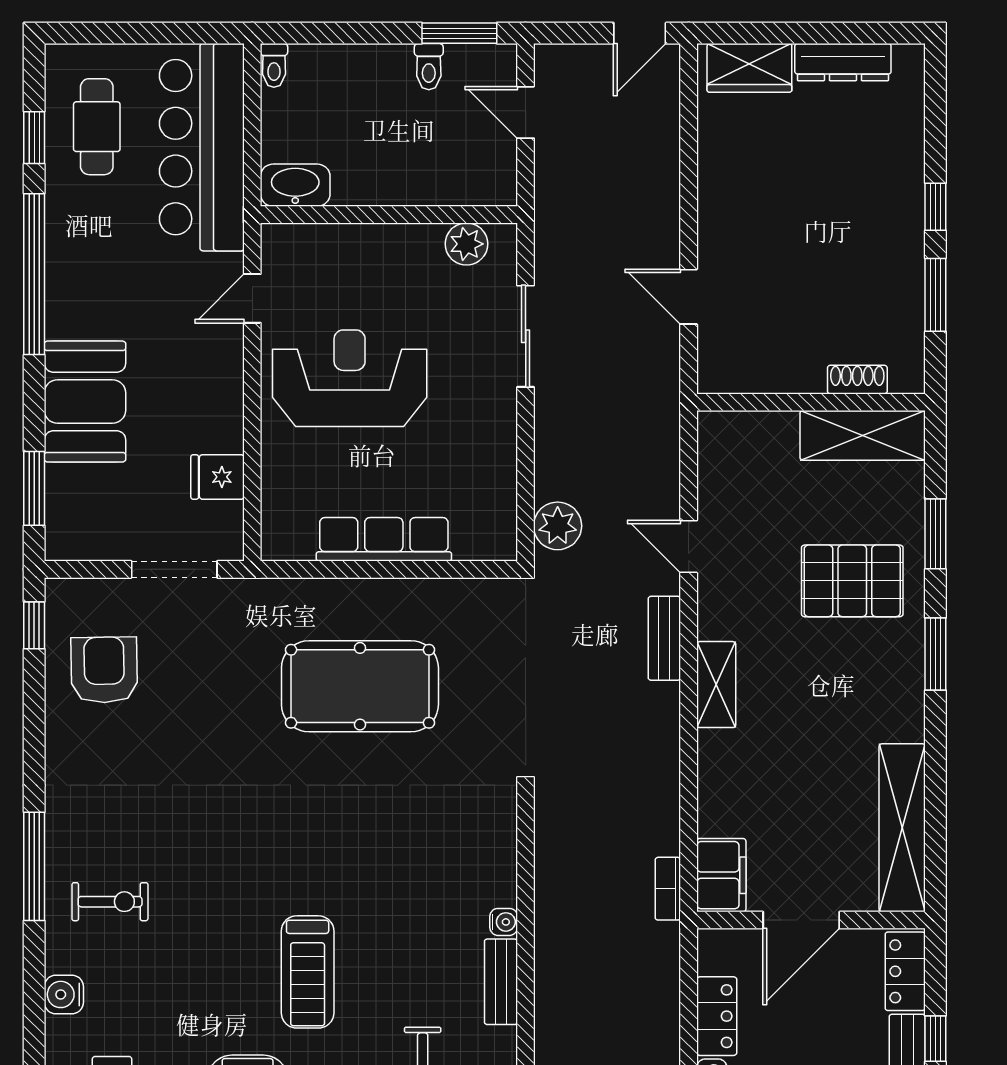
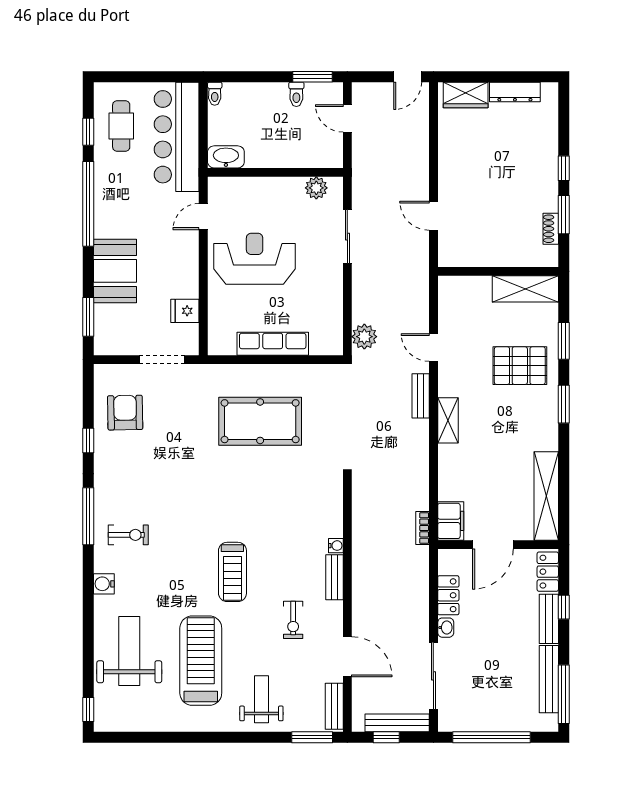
shoe rack: (857, 380) -> (551, 229), moved, turned -90
window: (34, 625) -> (88, 440), moved

